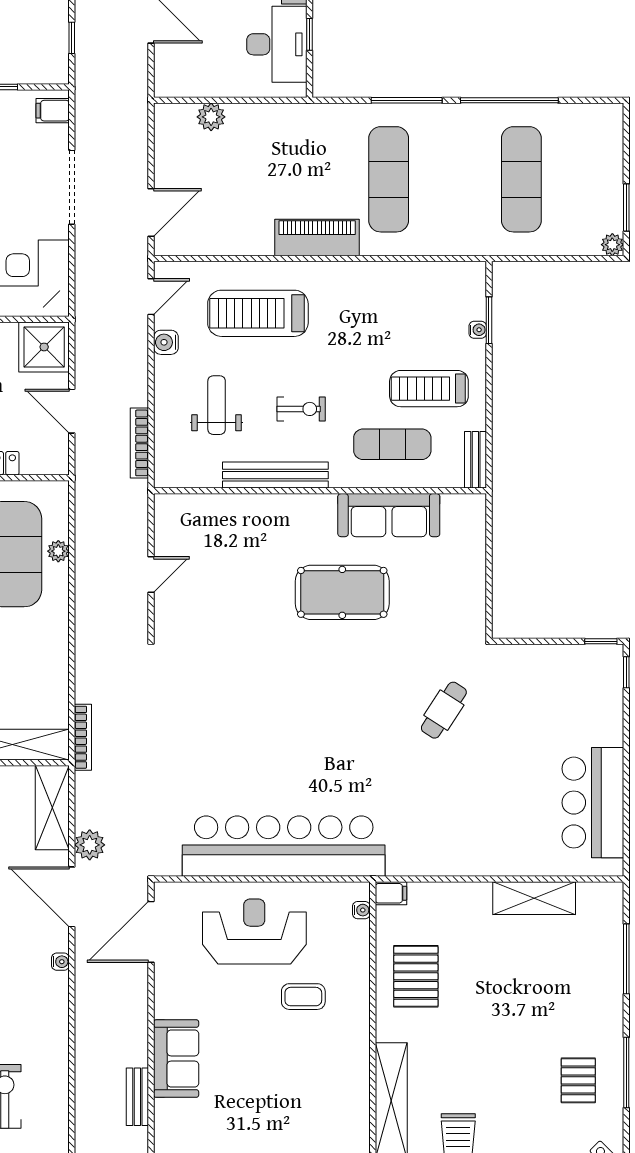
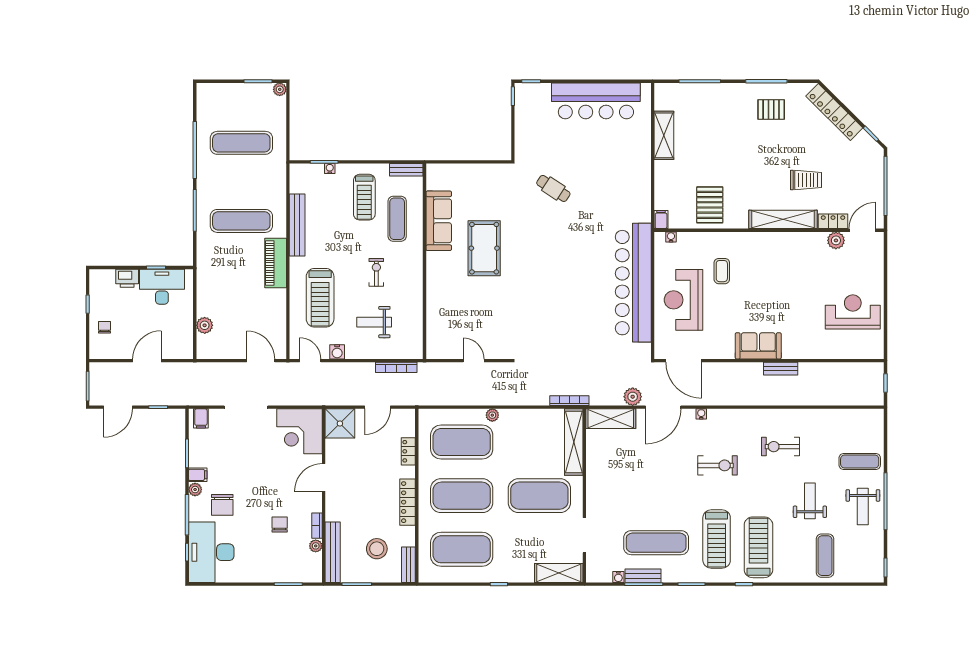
bench: (275, 475) -> (297, 225), moved
plant: (58, 551) -> (492, 415), moved
bar counter: (593, 803) -> (596, 101), width x1.36
pallet: (416, 976) -> (710, 205), turned 90

